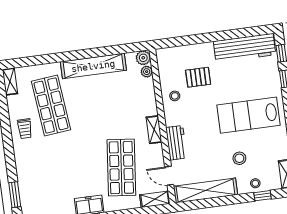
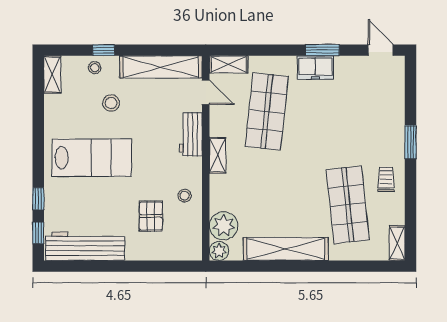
plant: (147, 72) -> (224, 226), width x1.87, depth x1.87
pallet: (198, 77) -> (151, 216), turned 90
window: (15, 195) -> (411, 142), moved
window: (263, 196) -> (104, 50), moved

